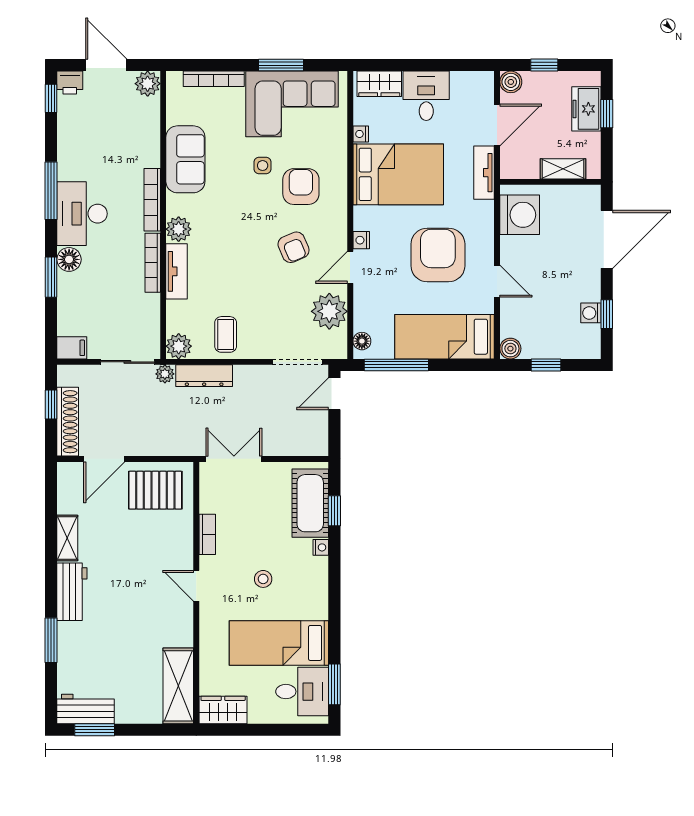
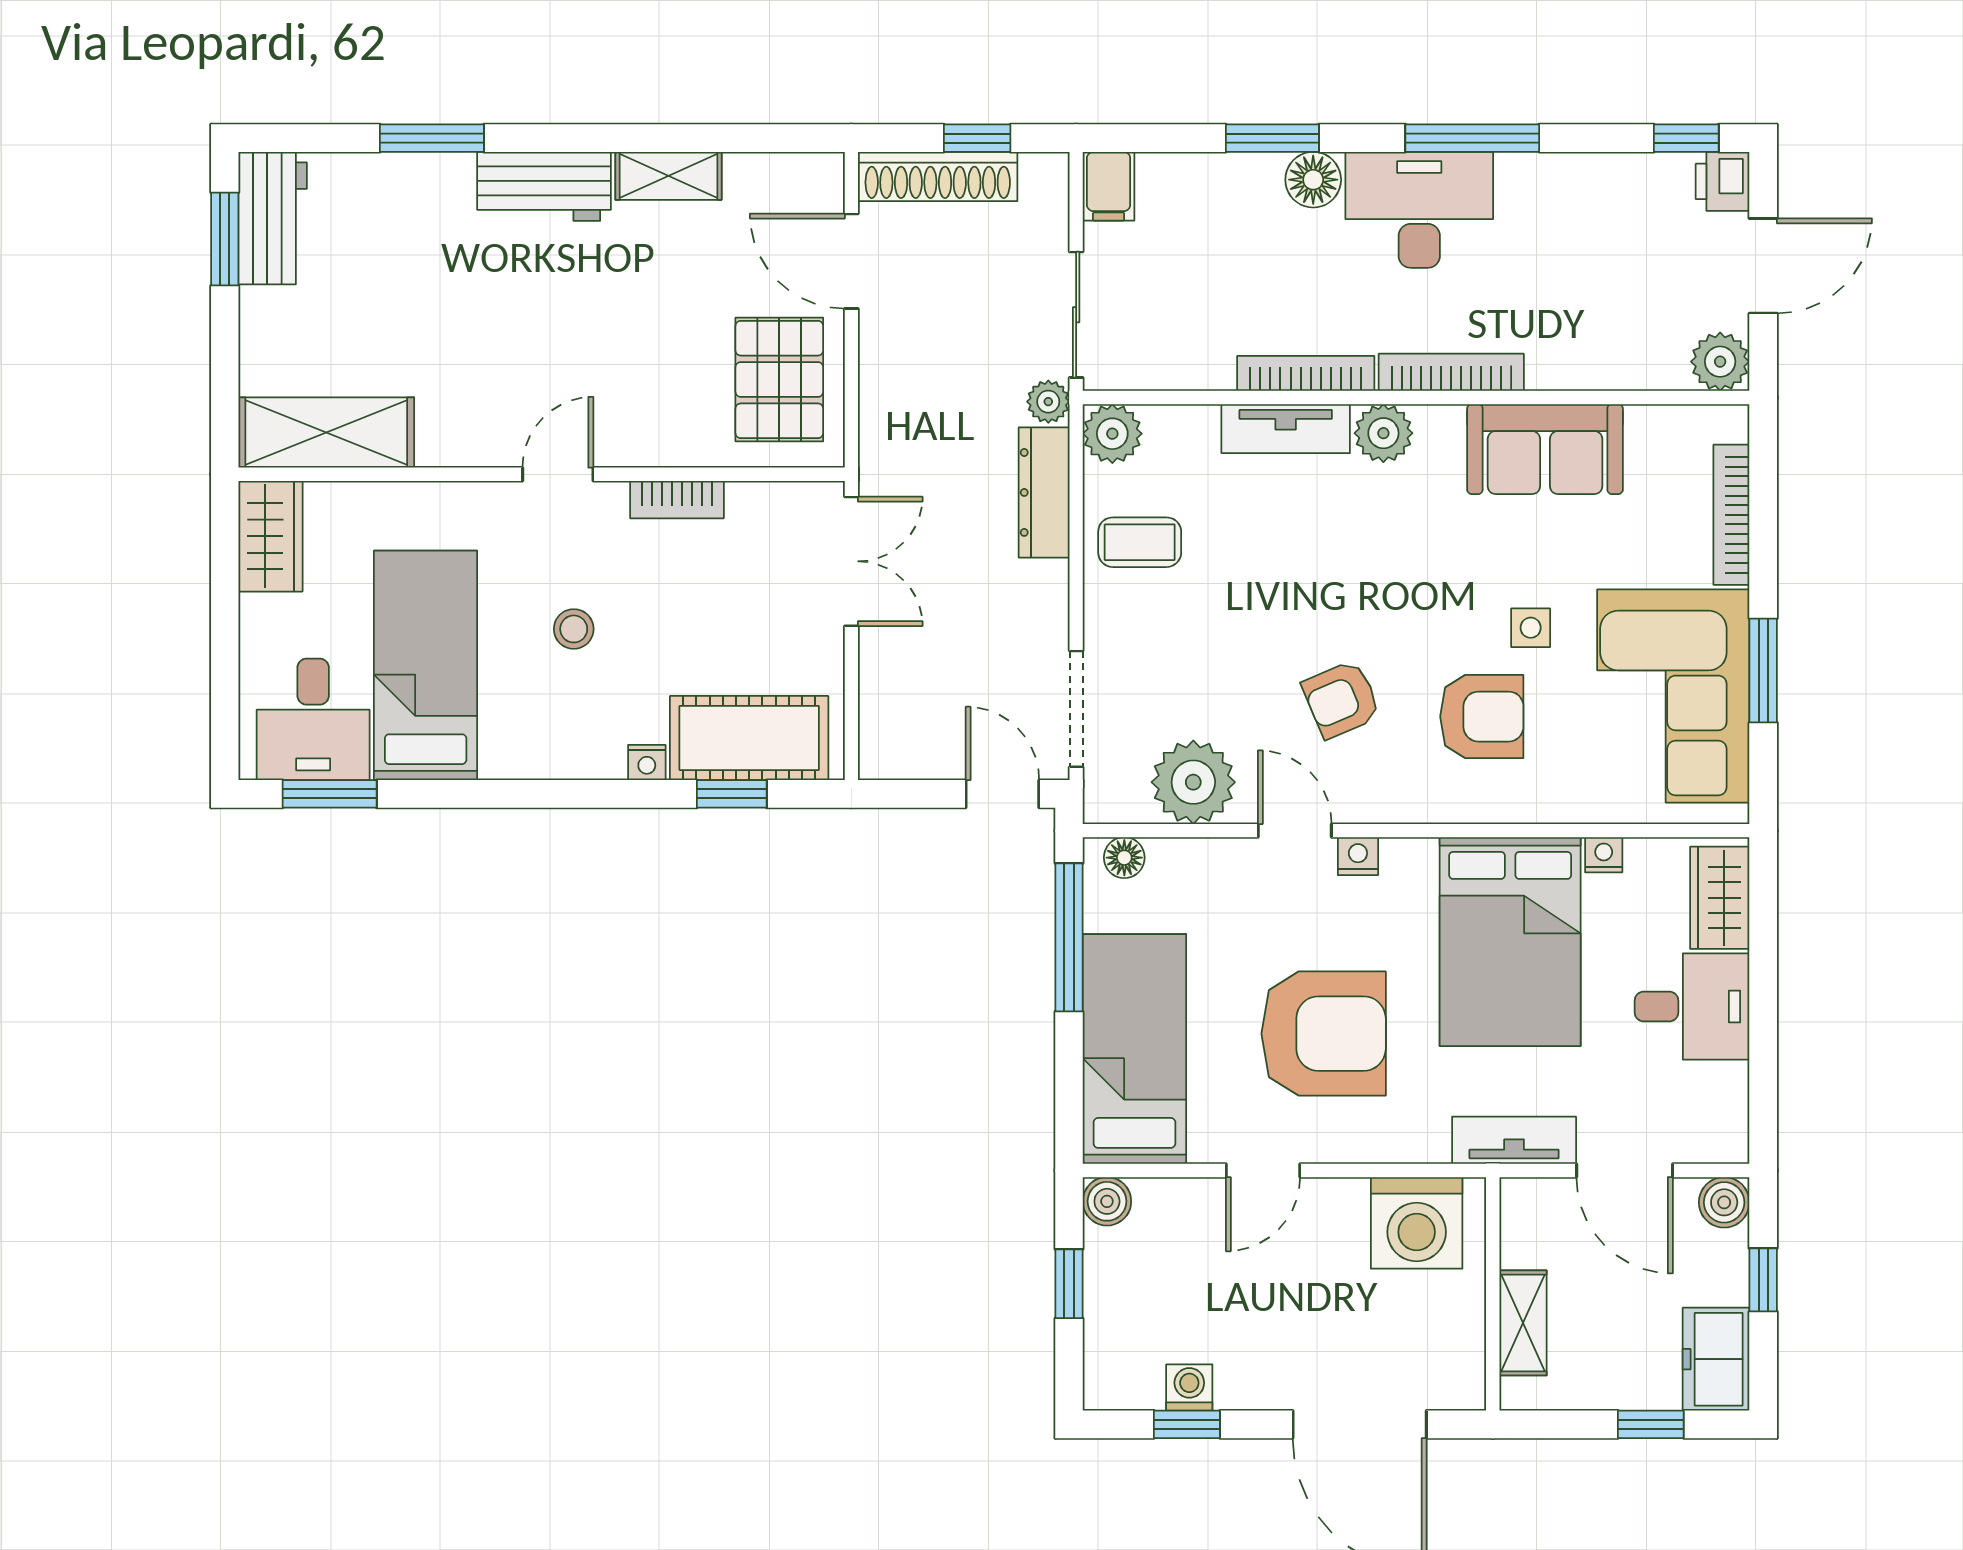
freezer: (586, 109) -> (1716, 1359), moved, turned -90

